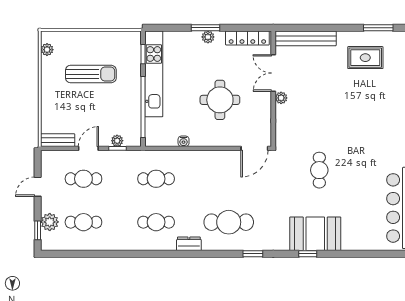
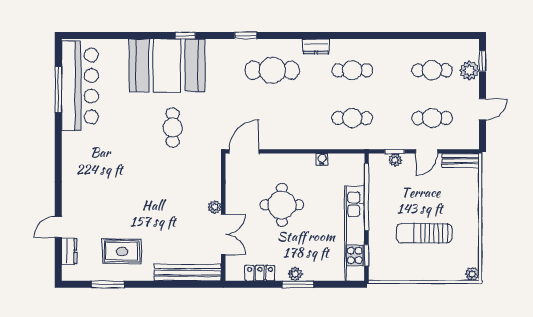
locker: (247, 38) -> (260, 273), width x0.66
plant: (47, 50) -> (472, 274), moved
booth: (315, 234) -> (167, 65), width x1.36, depth x1.42

